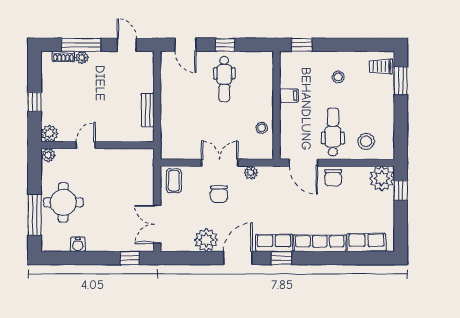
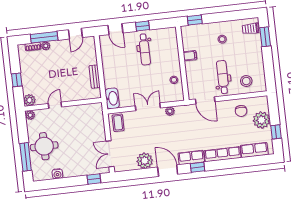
door: (127, 45) -> (75, 34), swing flipped
washbasin: (169, 144) -> (112, 98), added
chair: (333, 178) -> (241, 111), moved
plant: (382, 178) -> (261, 120), moved
window: (401, 190) -> (276, 132), moved
chair: (219, 194) -> (150, 128), removed
door: (238, 258) -> (168, 171), hinge flipped

